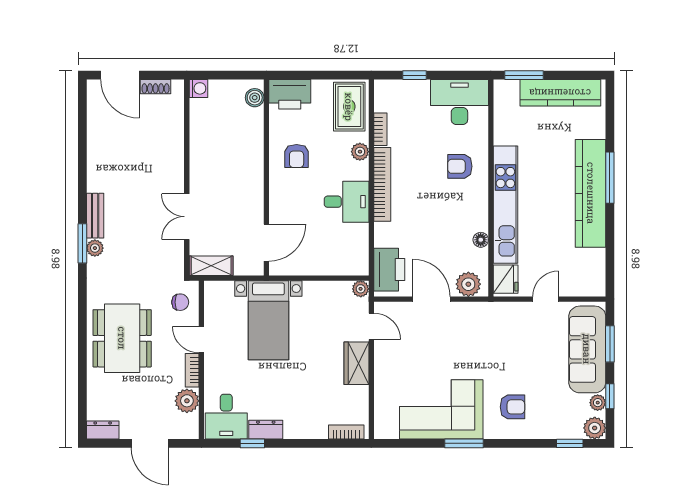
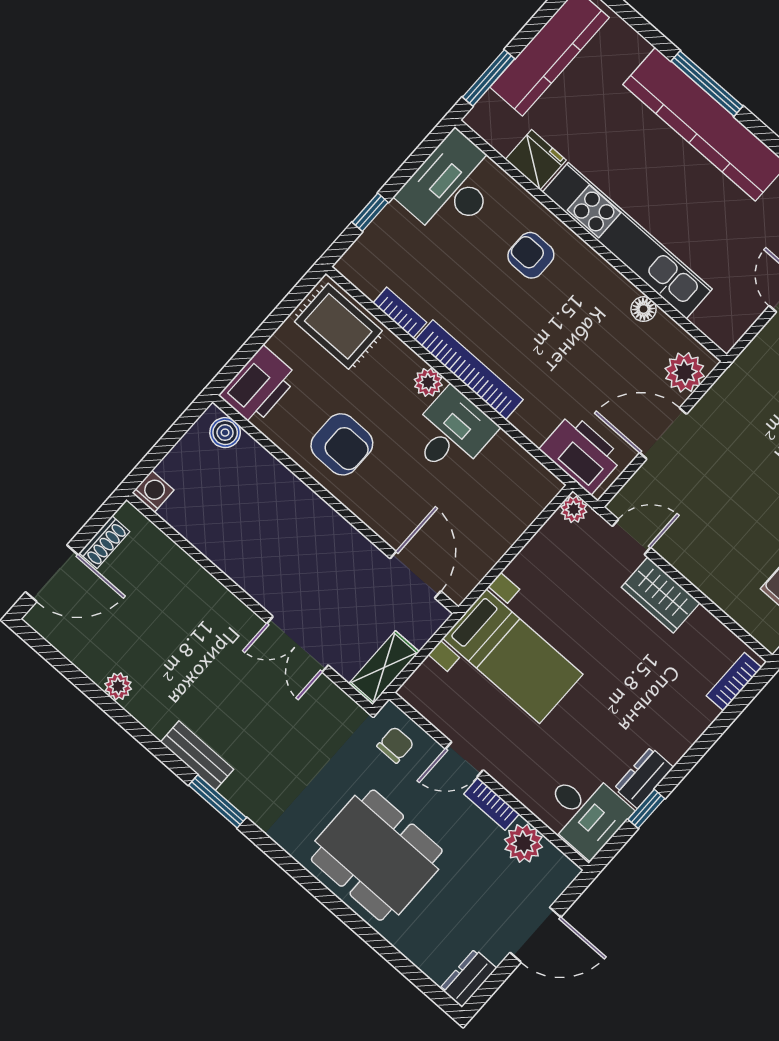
plant: (360, 152) -> (428, 382), moved
armchair: (297, 156) -> (342, 444), width x1.38, depth x1.38
armchair: (460, 166) -> (531, 255), turned 90
plant: (95, 248) -> (118, 686), moved
fridge: (506, 279) -> (536, 160), moved

